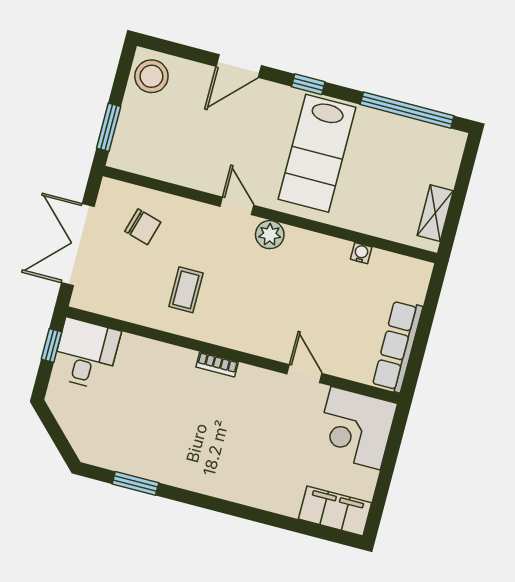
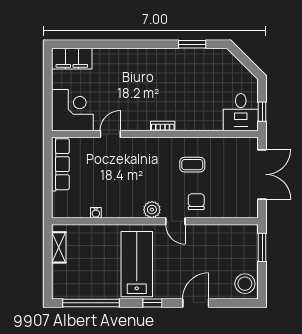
chair: (143, 227) -> (196, 202), moved, turned 74
coffee table: (186, 290) -> (192, 165), turned 90
door: (304, 374) -> (110, 134), swing flipped

